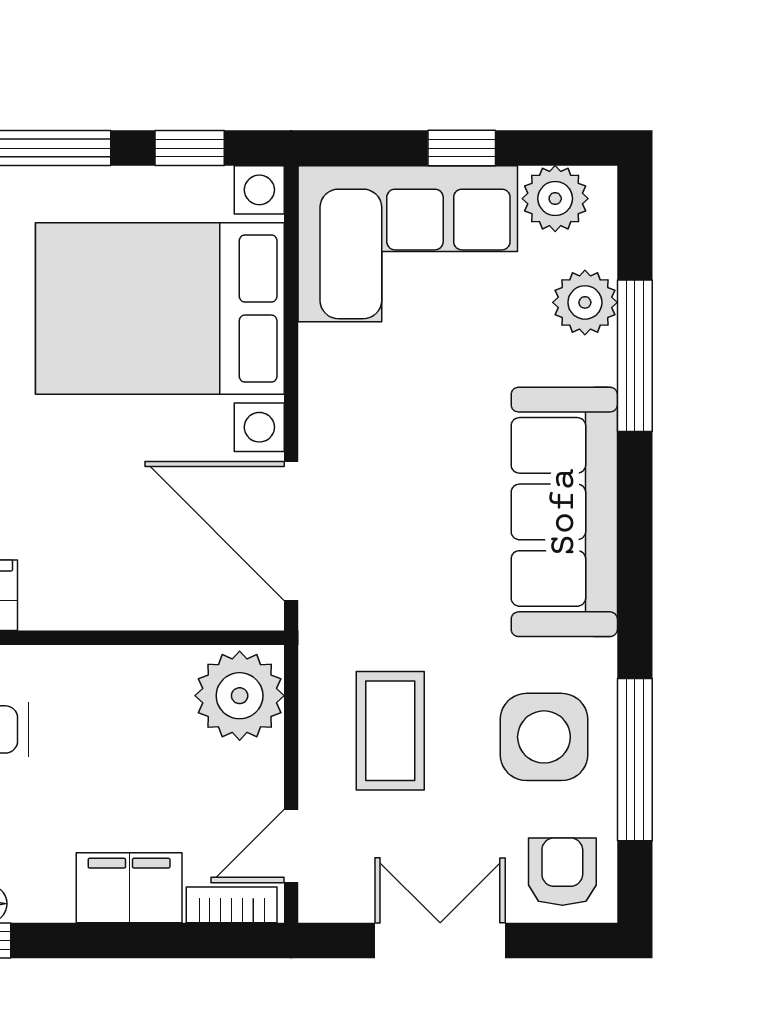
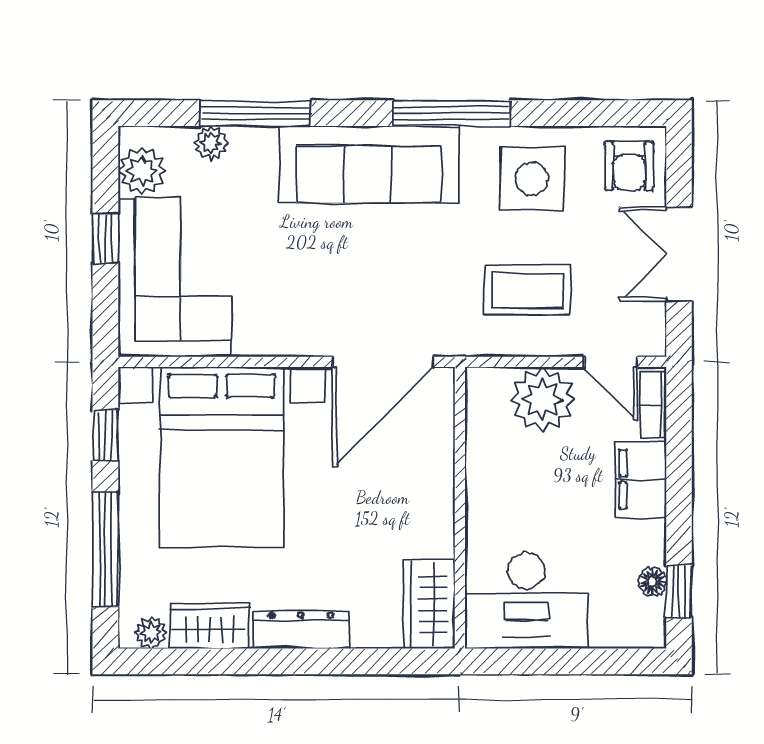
plant: (585, 302) -> (211, 143), width x0.73, depth x0.73
plant: (240, 696) -> (543, 399), moved
window: (635, 760) -> (452, 113), moved
armchair: (562, 872) -> (629, 166), turned -90

